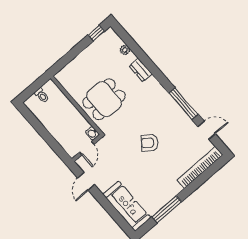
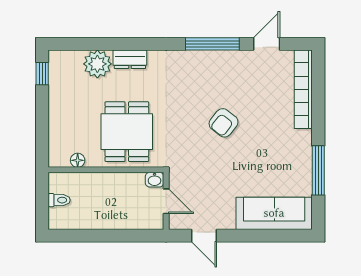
plant: (125, 50) -> (97, 64), width x1.88, depth x1.88
floor lamp: (69, 87) -> (78, 160), added

